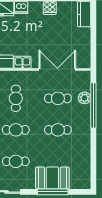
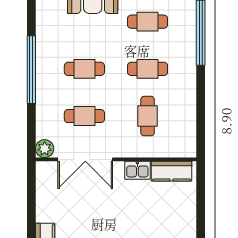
plant: (84, 98) -> (45, 149), moved
window: (93, 105) -> (31, 70), moved

